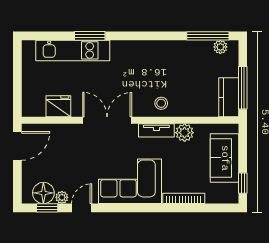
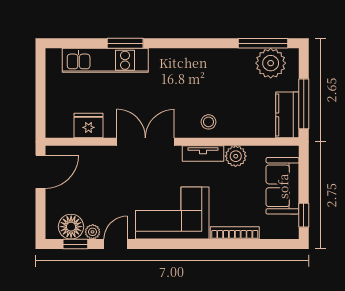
plant: (220, 47) -> (271, 63), width x1.87, depth x1.87

